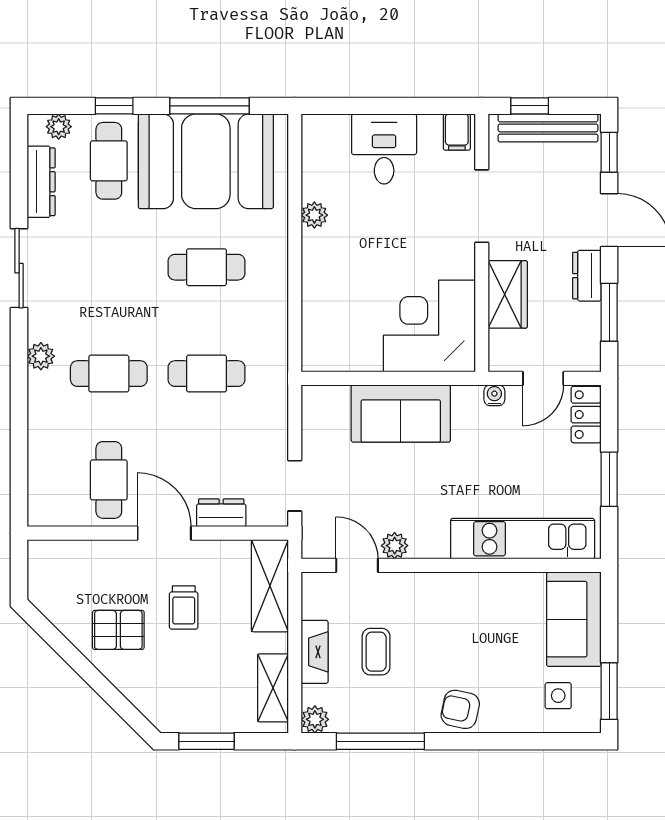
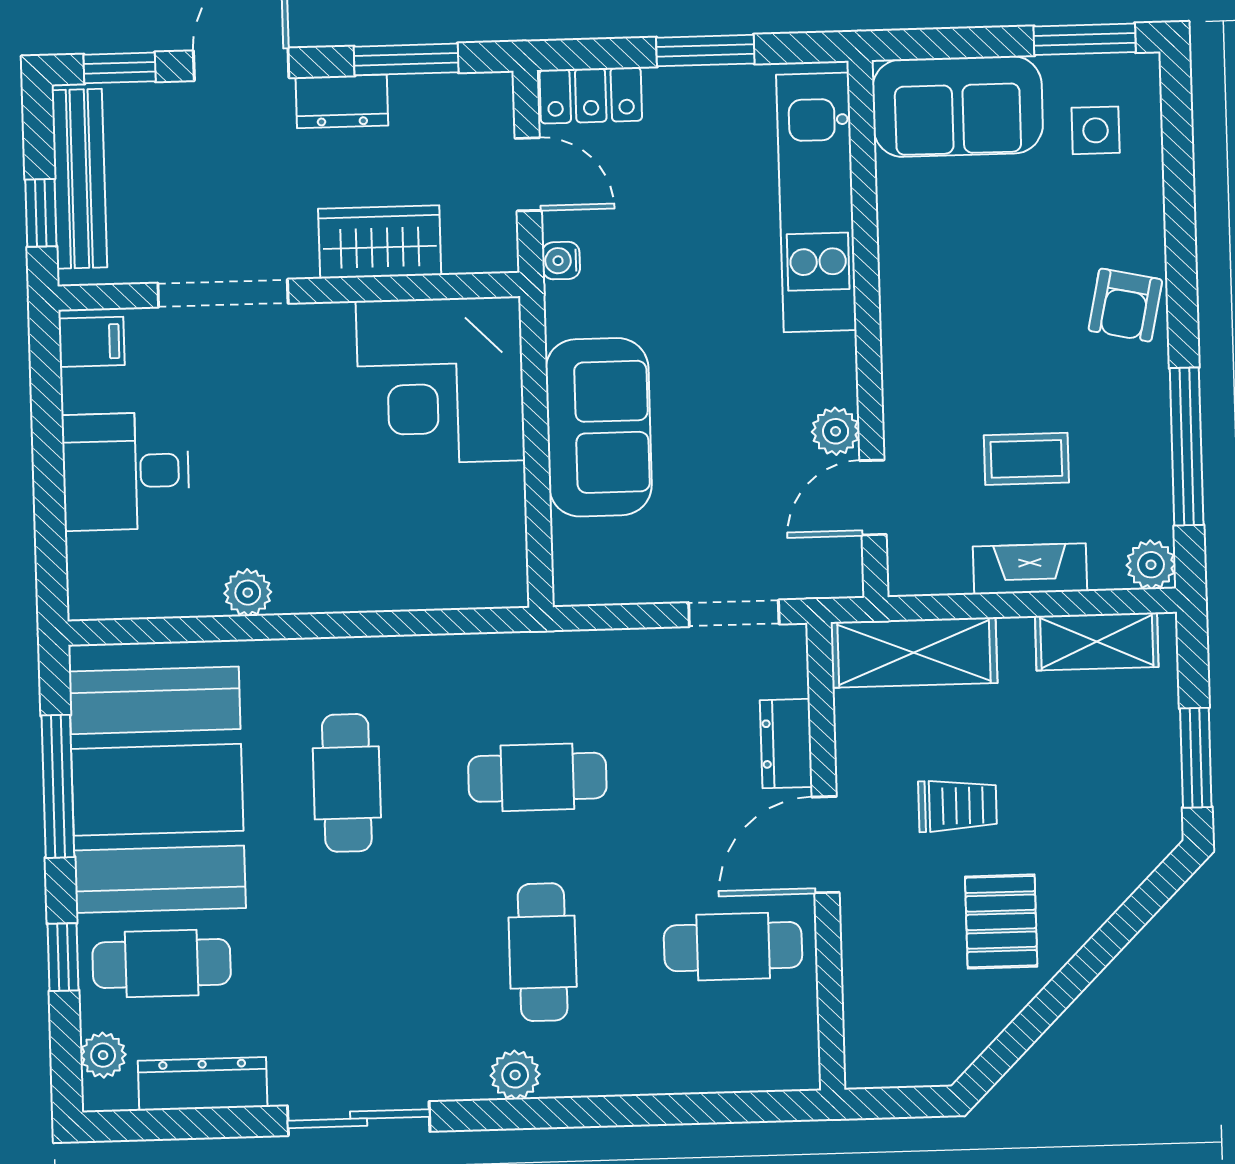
cafe table: (207, 374) -> (537, 777), turned 90

